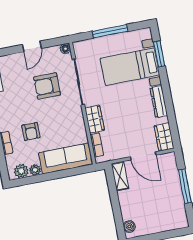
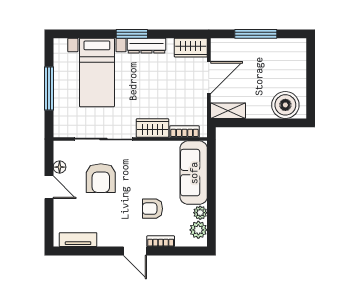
floor lamp: (65, 49) -> (60, 167), moved
window: (159, 54) -> (132, 34), moved
armchair: (31, 131) -> (152, 209), turned 180
boiler: (129, 227) -> (285, 105), width x1.86, depth x1.86

